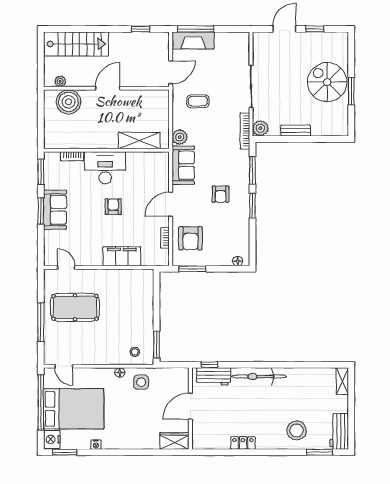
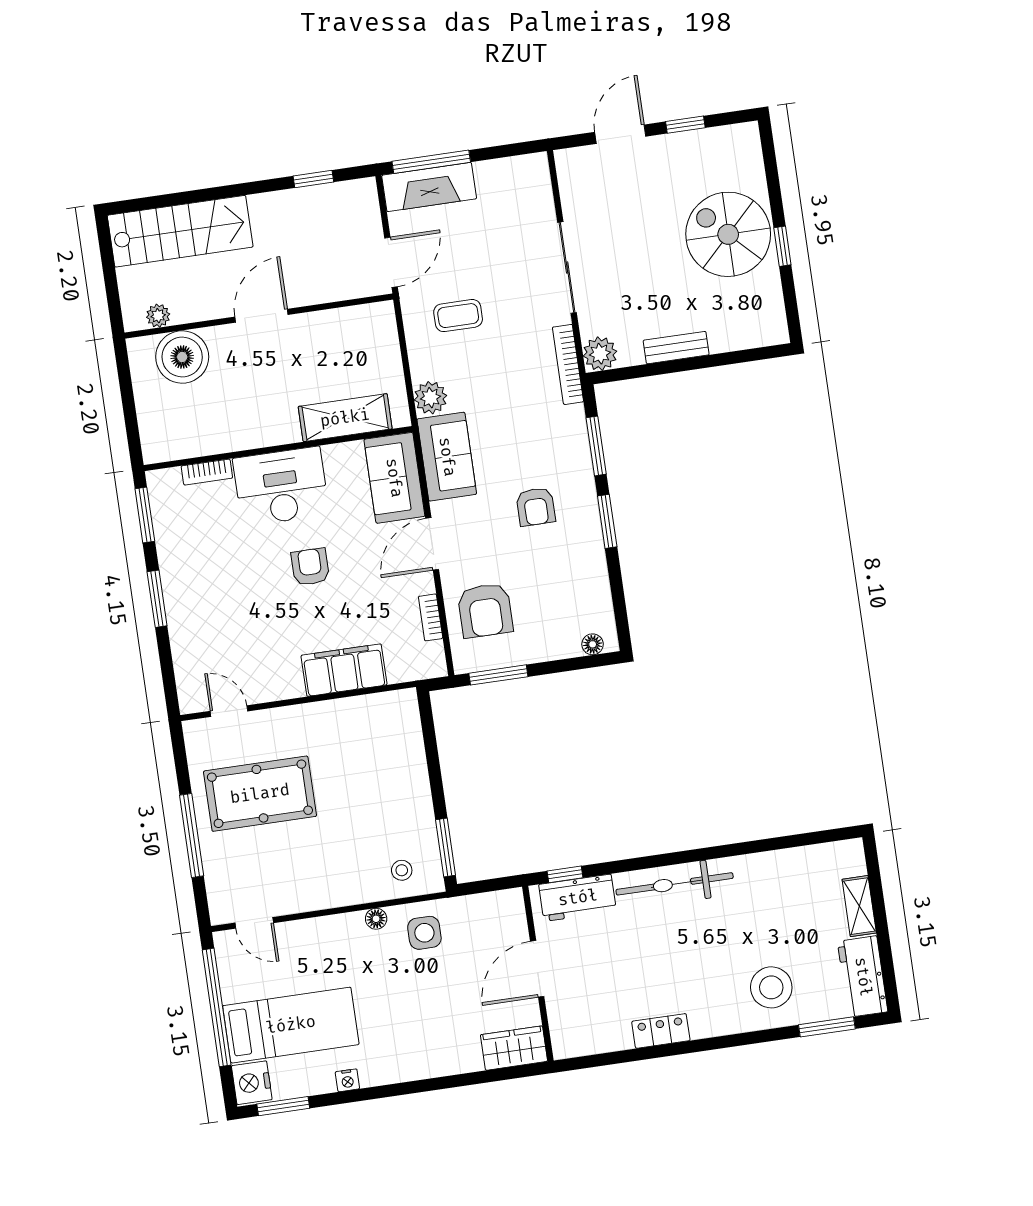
window: (351, 91) -> (782, 246), width x0.67
sofa: (55, 210) -> (394, 478), moved, turned 180
shelving: (342, 381) -> (859, 906), moved
bed: (74, 409) -> (291, 1025), width x0.67

